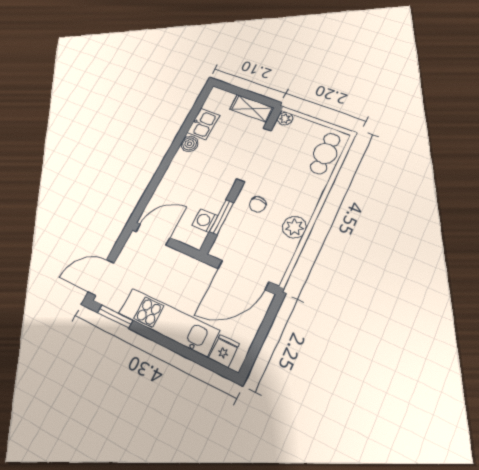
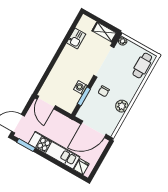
boiler: (190, 144) -> (68, 50), removed
washing machine: (205, 221) -> (80, 87), moved
door: (153, 234) -> (46, 102), swing flipped

